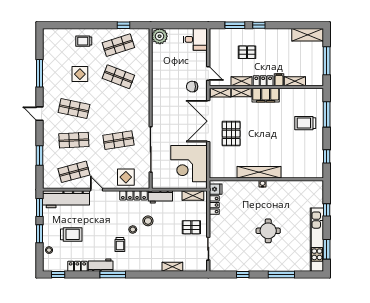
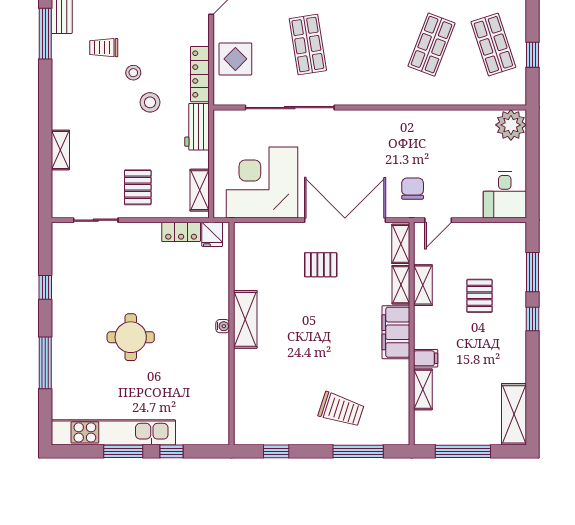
locker: (263, 81) -> (424, 327), removed
trolley: (305, 123) -> (341, 410), turned 108
pallet: (231, 134) -> (321, 265), width x0.67, depth x0.71
shelving: (259, 172) -> (245, 319), width x0.68
window: (327, 249) -> (123, 451), moved

